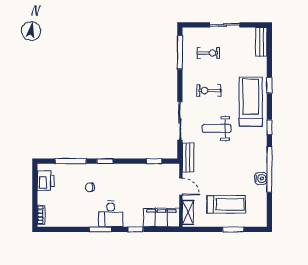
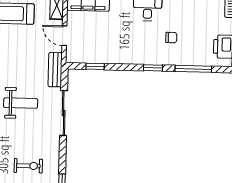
exercise bike: (209, 90) -> (28, 166), moved

